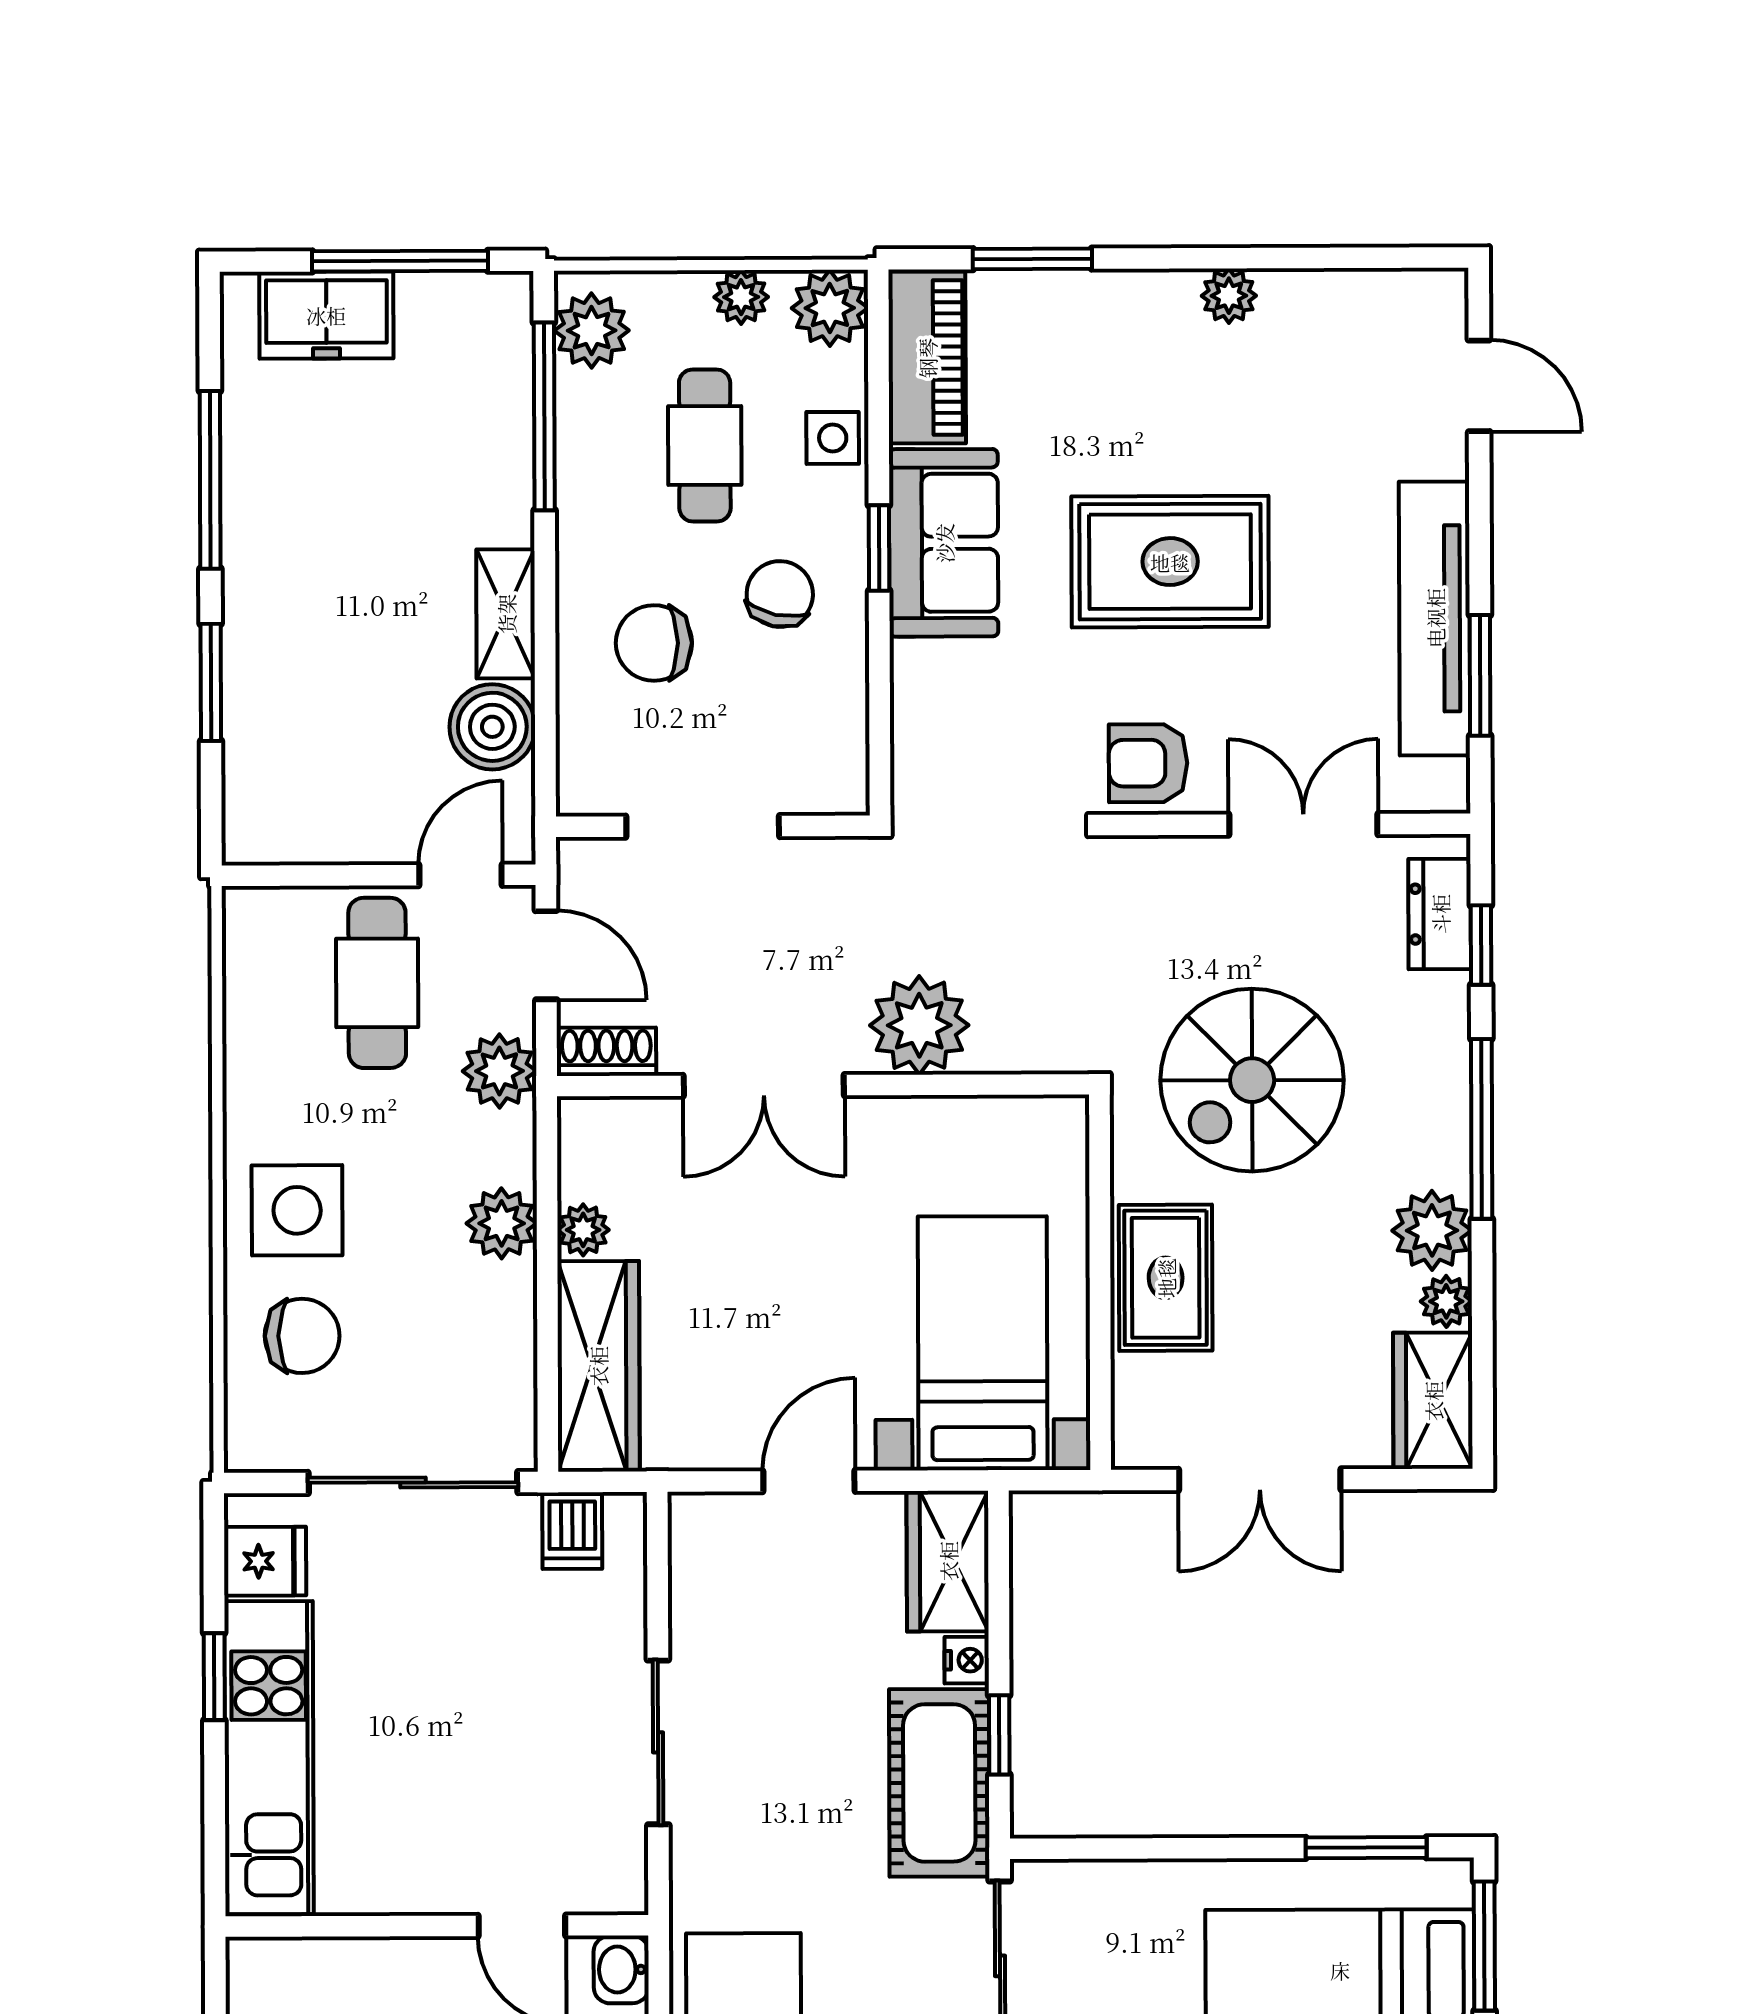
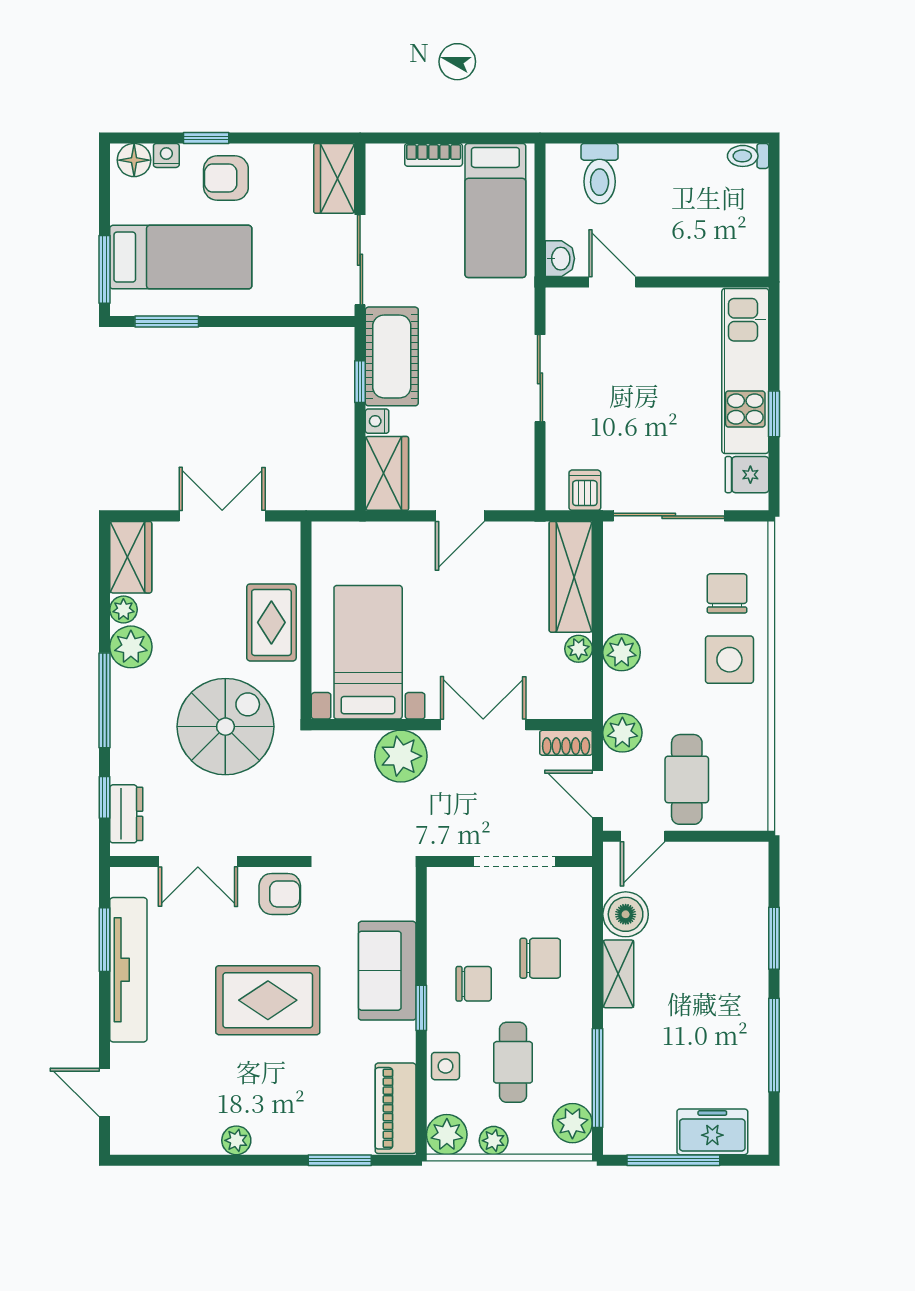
sofa: (944, 543) -> (387, 971), moved
chair: (780, 594) -> (474, 984), turned -102
chair: (302, 1336) -> (727, 593), turned 90
bed with nightstands: (983, 1343) -> (368, 652), moved, turned 180

